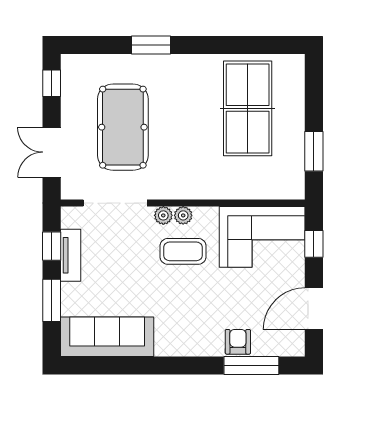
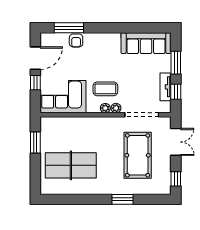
table tennis table: (248, 108) -> (71, 165), turned 90
window: (314, 244) -> (35, 83), moved

